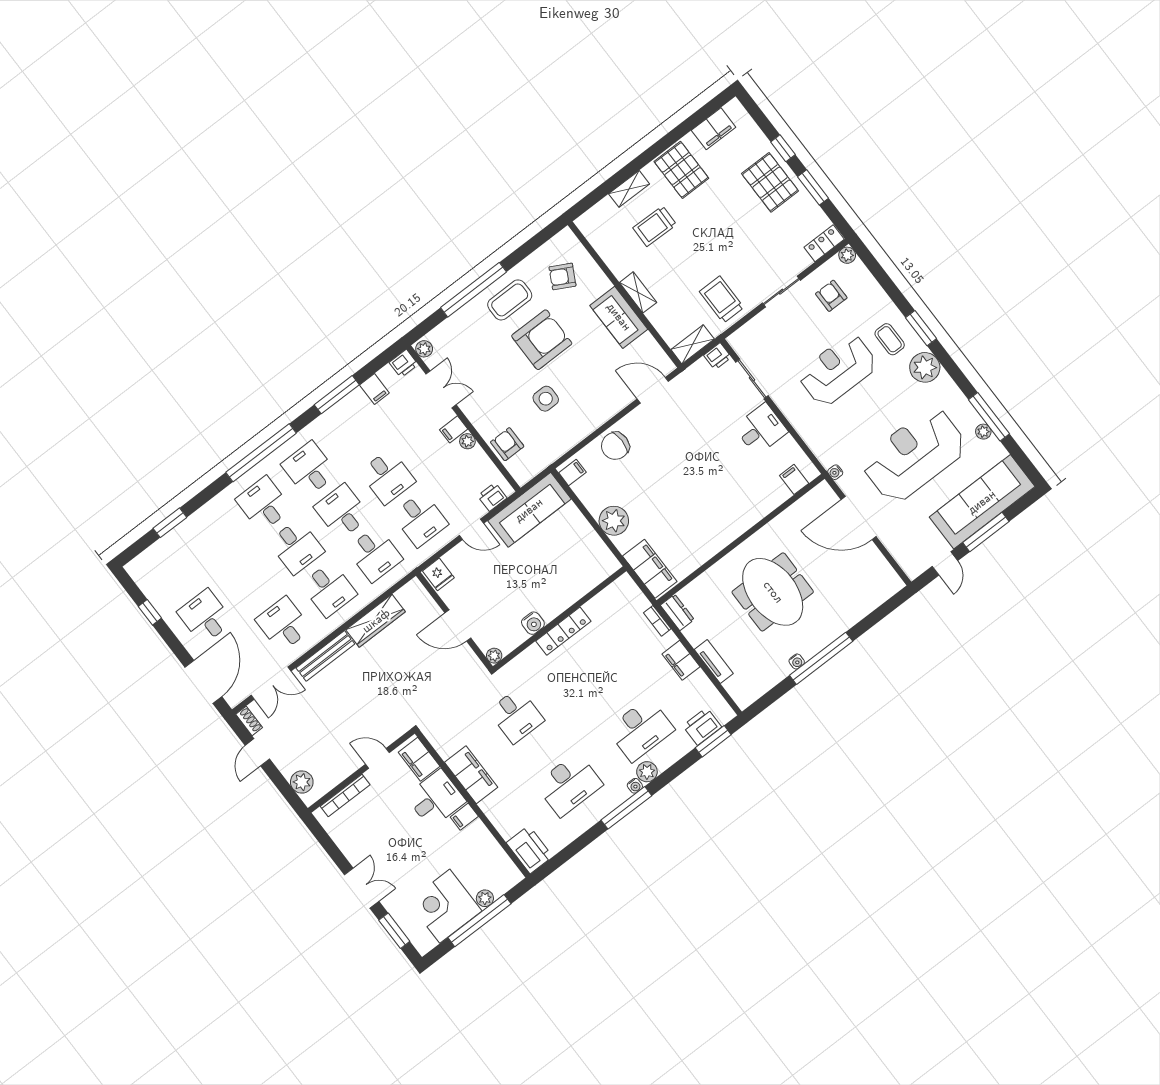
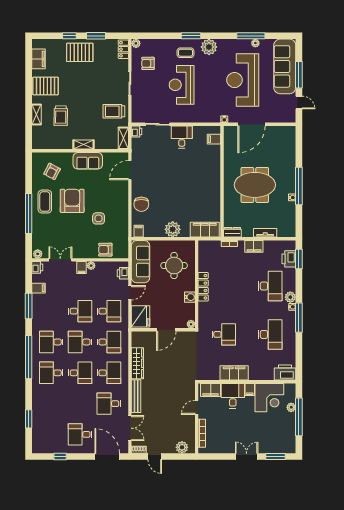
round table: (562, 564) -> (174, 266), added
fridge: (438, 574) -> (141, 316), width x1.88, depth x1.34
corner desk: (445, 906) -> (269, 398), moved, turned -90

